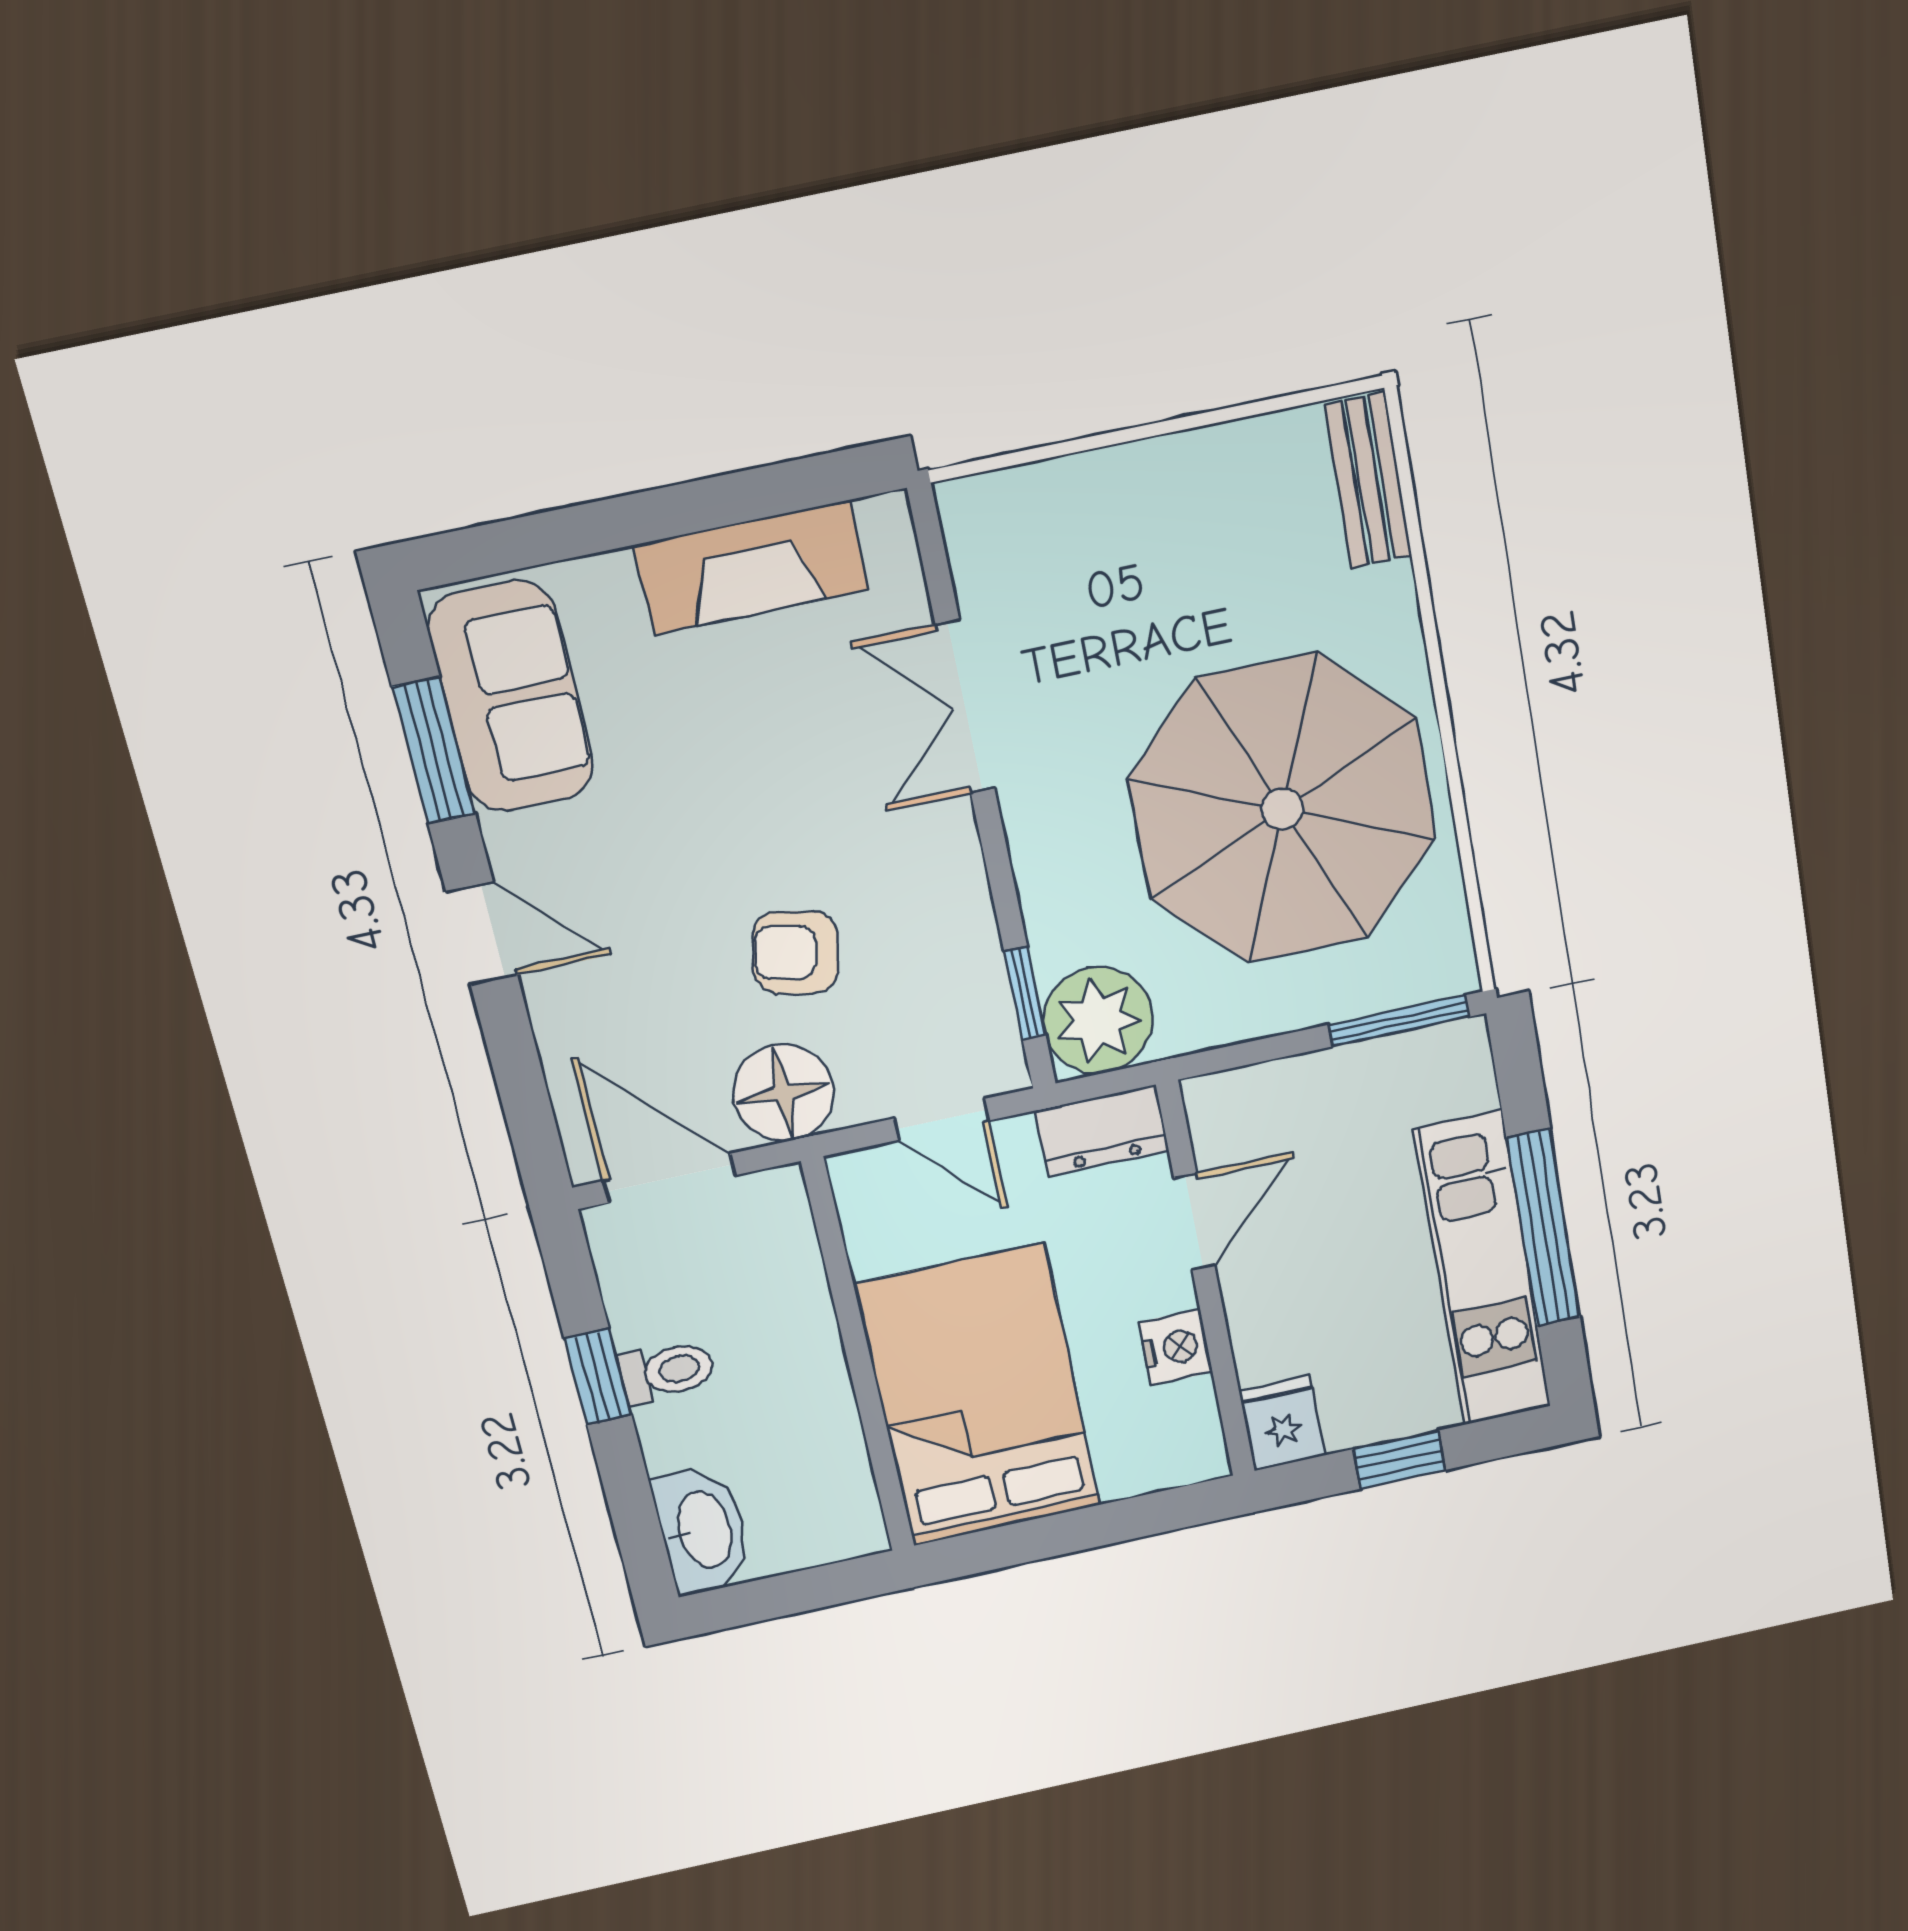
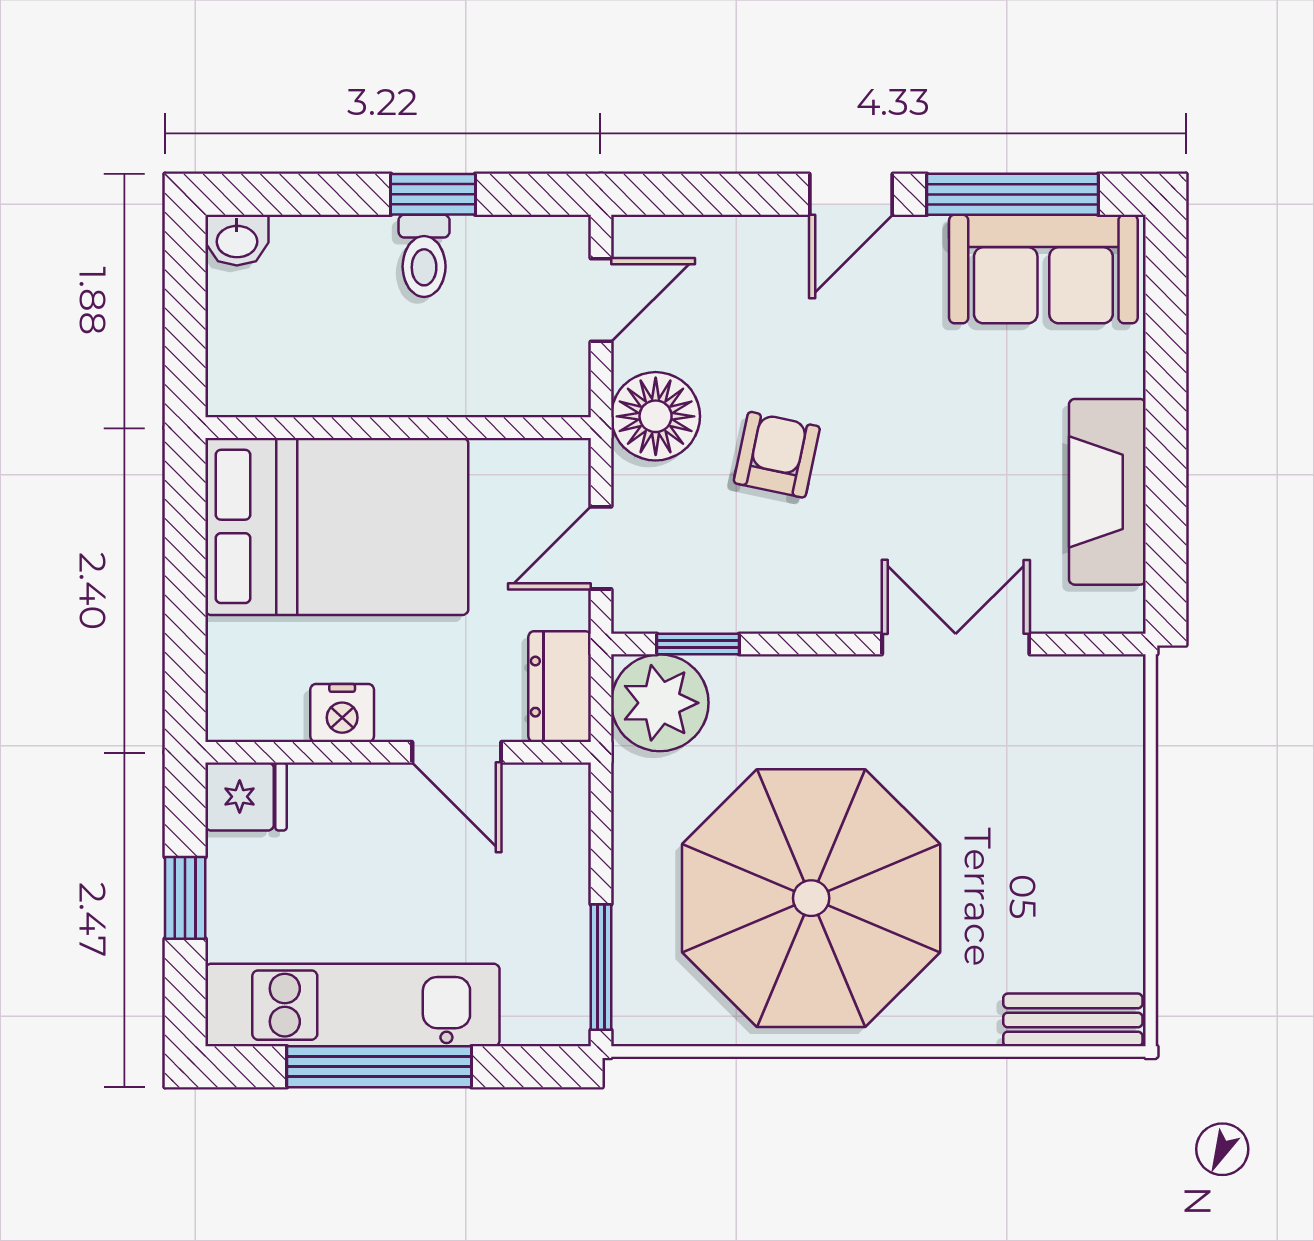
window: (434, 751) -> (1013, 194), width x1.44
door: (669, 1178) -> (601, 300), width x0.73
washbasin: (703, 1530) -> (237, 240), width x0.52, depth x0.69

